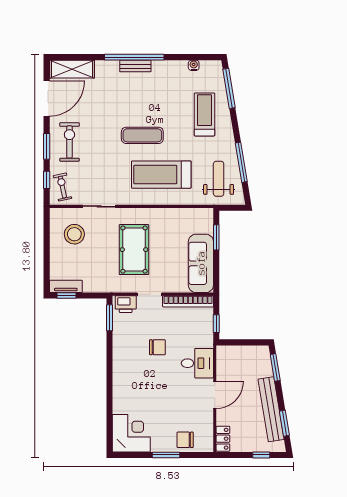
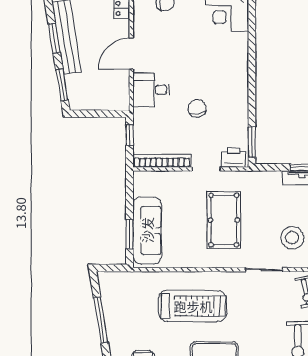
weight bench: (219, 179) -> (127, 301), removed
sofa: (201, 263) -> (147, 230), moved
chair: (157, 347) -> (197, 108), turned 79
window: (284, 423) -> (54, 38), moved

